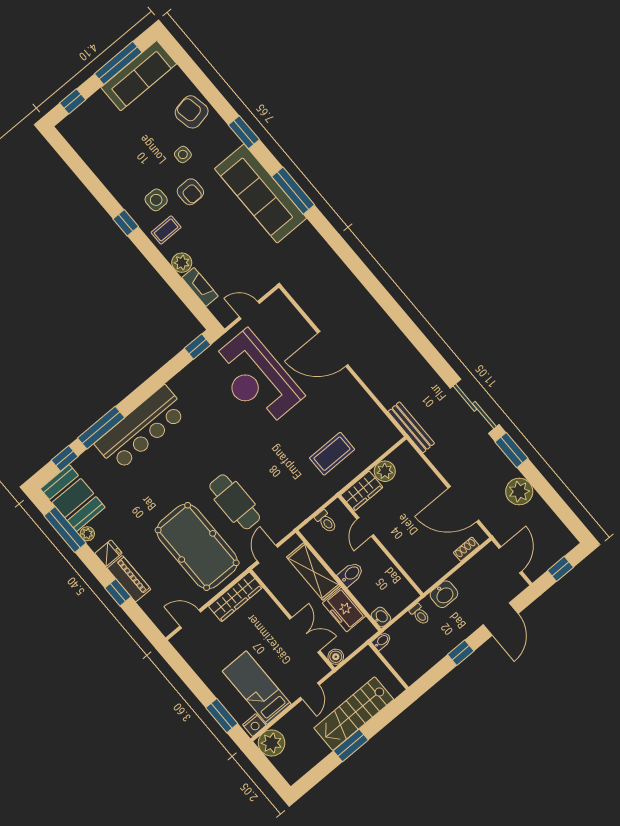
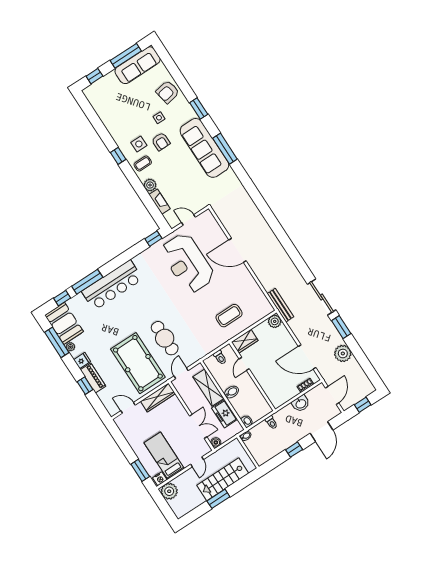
armchair: (192, 112) -> (168, 92), turned -90
plant: (385, 471) -> (275, 321), moved
washbasin: (444, 594) -> (301, 404), moved

